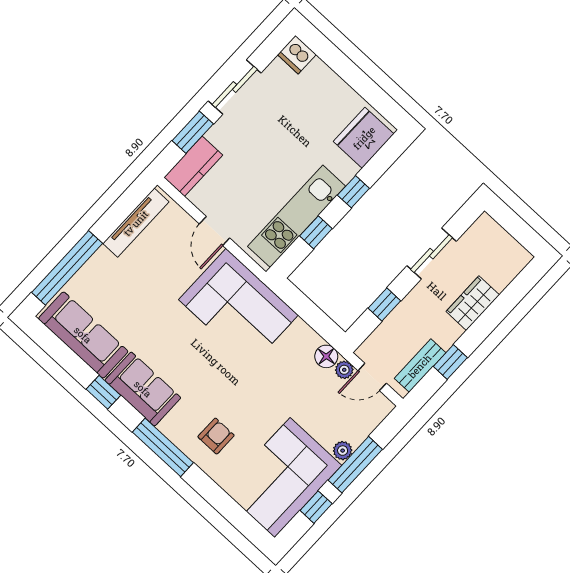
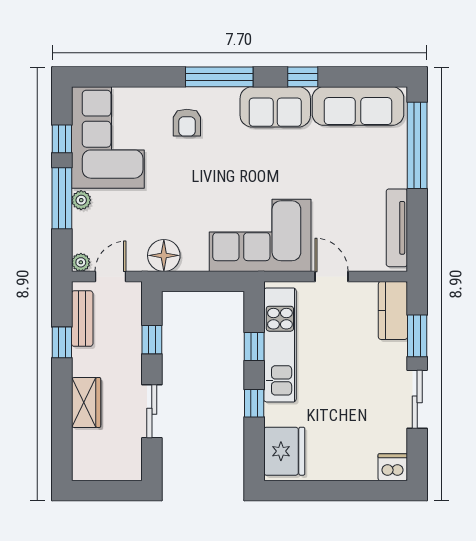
floor lamp: (326, 356) -> (164, 255), width x1.38, depth x1.38
plant: (344, 370) -> (81, 262), moved

